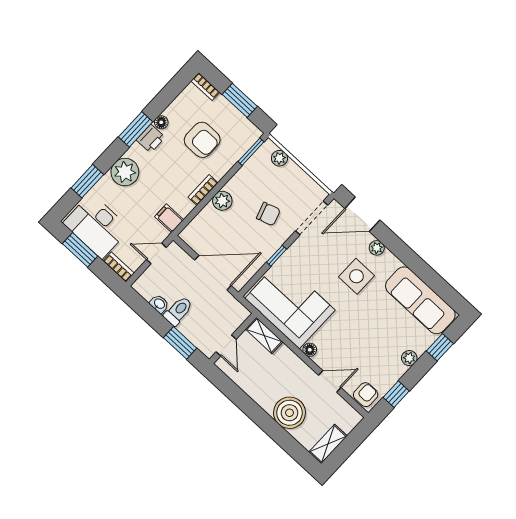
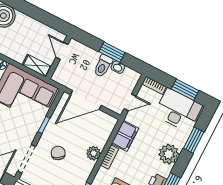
chair: (268, 214) -> (58, 153), turned 75
filing cabinet: (169, 218) -> (125, 136), width x2.00
window: (180, 343) -> (112, 52), moved

